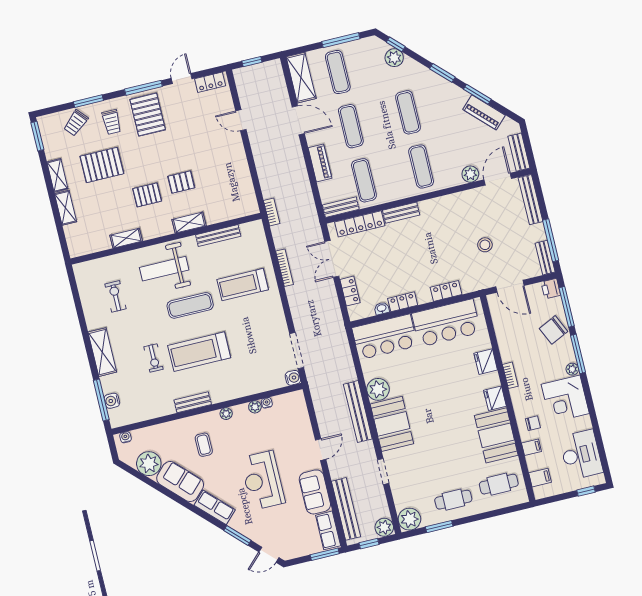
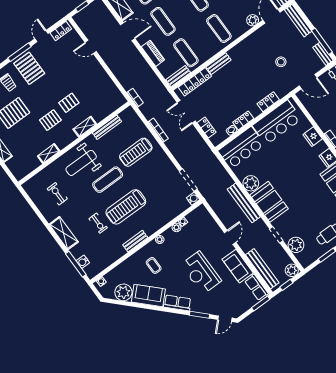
plant: (409, 519) -> (296, 245), moved

